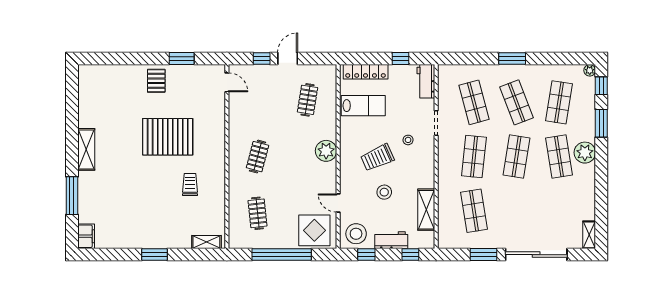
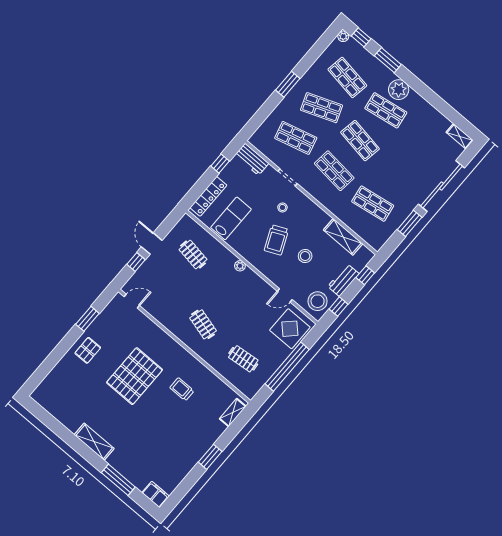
pallet: (156, 81) -> (88, 350), turned 90
plant: (326, 151) -> (240, 266), width x0.53, depth x0.53

